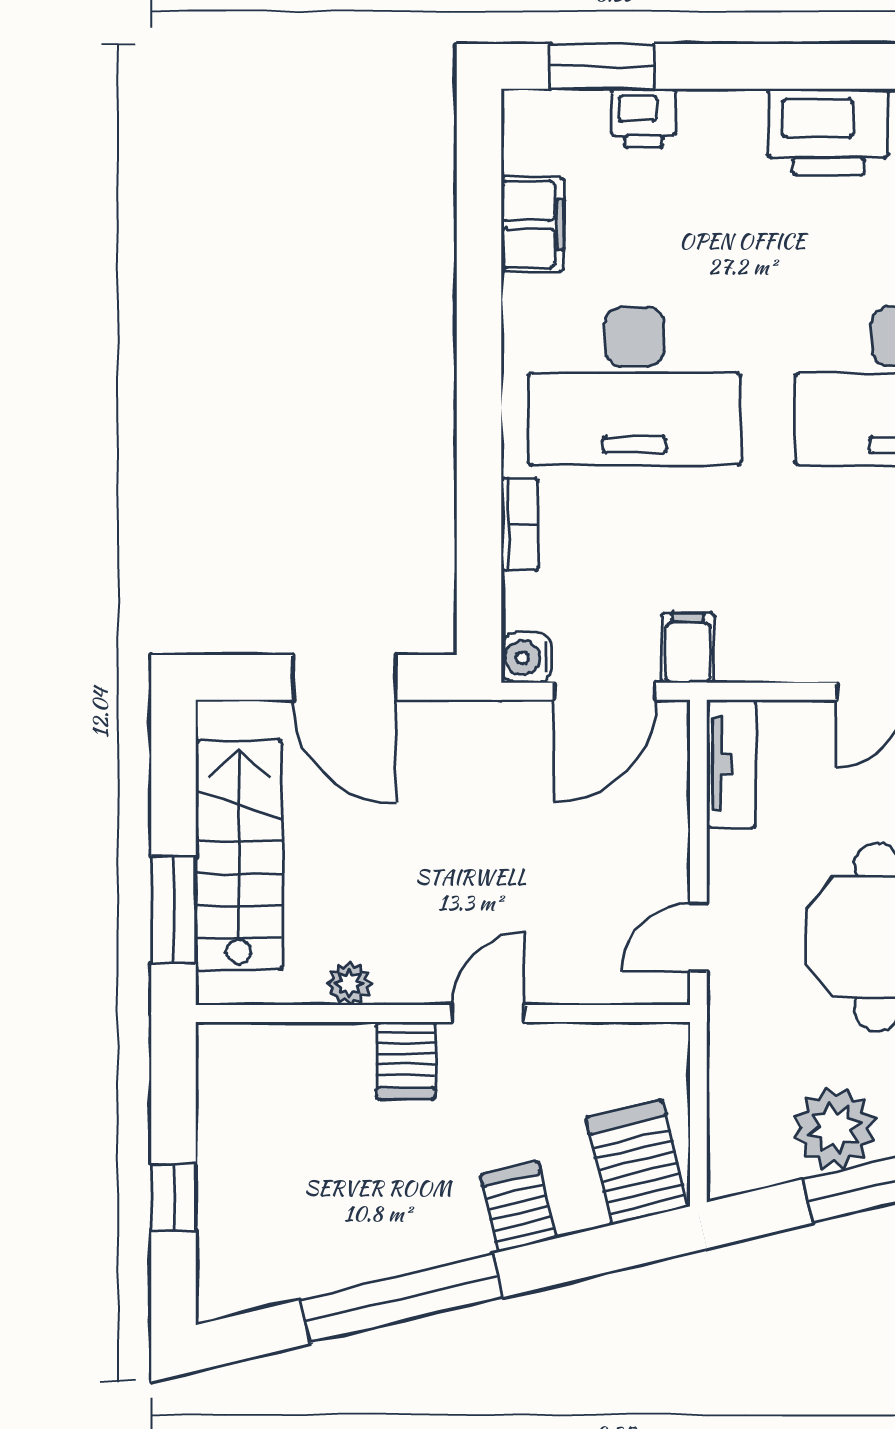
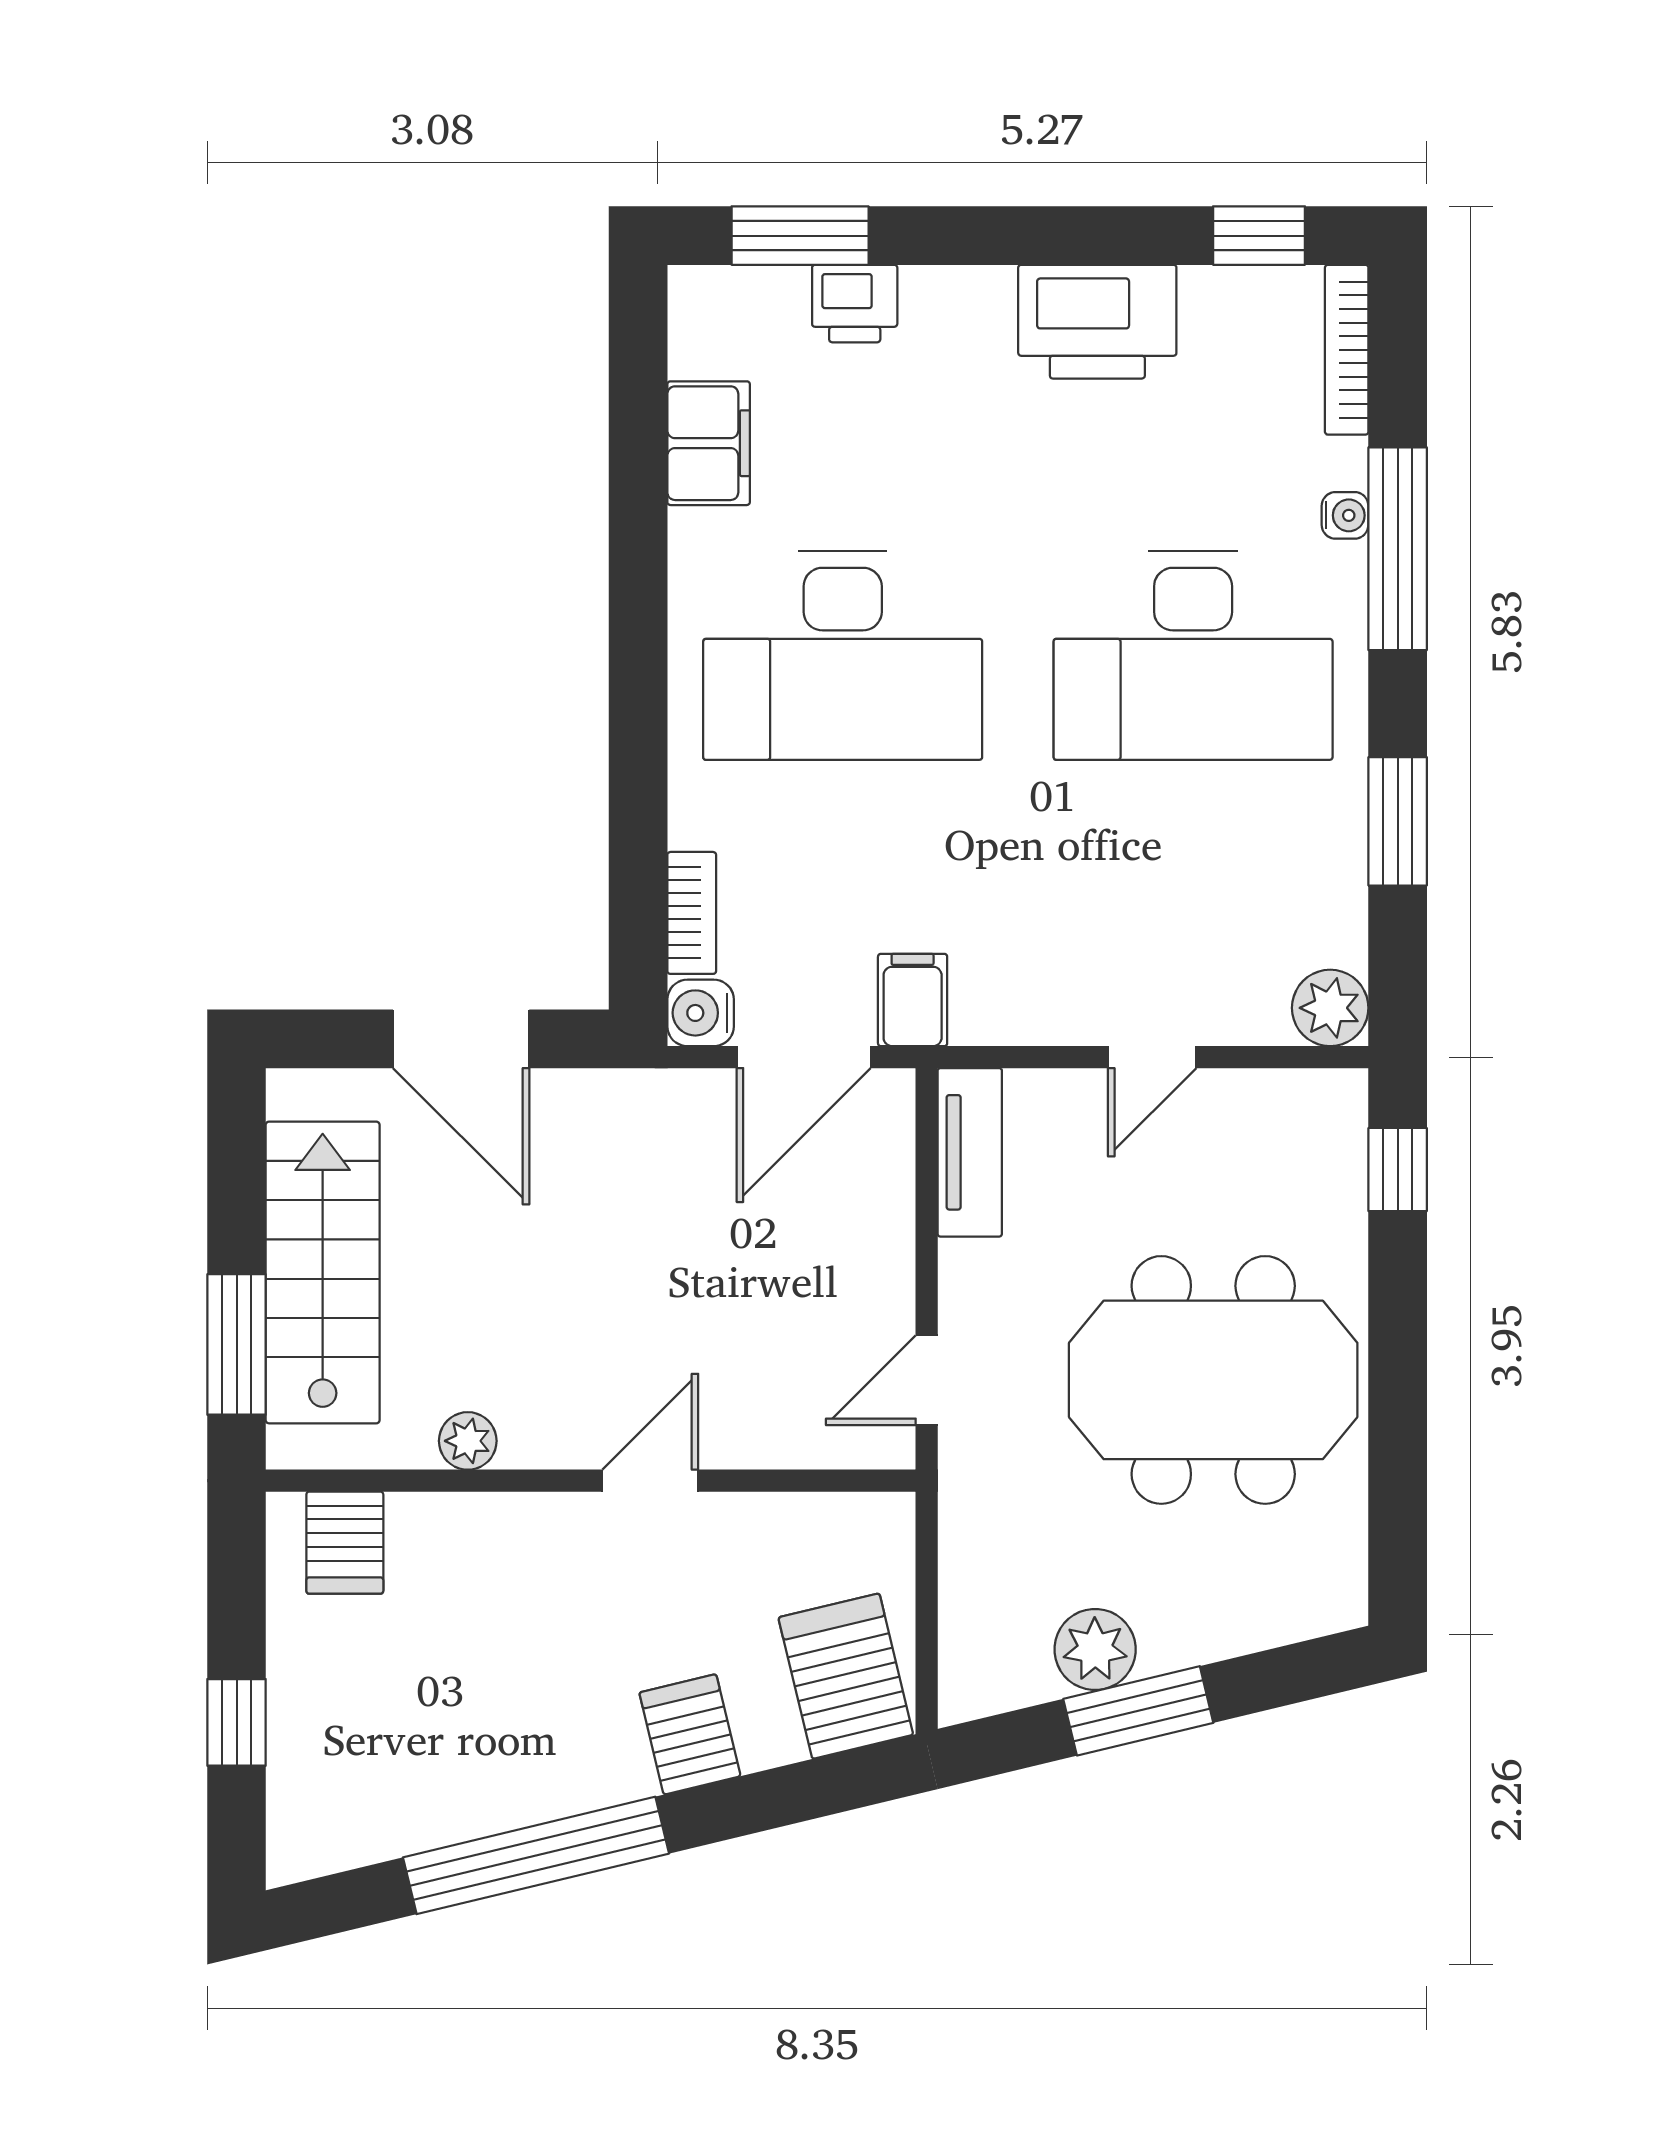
bookcase: (520, 524) -> (692, 913), moved
server rack: (406, 1061) -> (345, 1543), moved
plant: (835, 1128) -> (1095, 1649), width x0.73, depth x0.73

